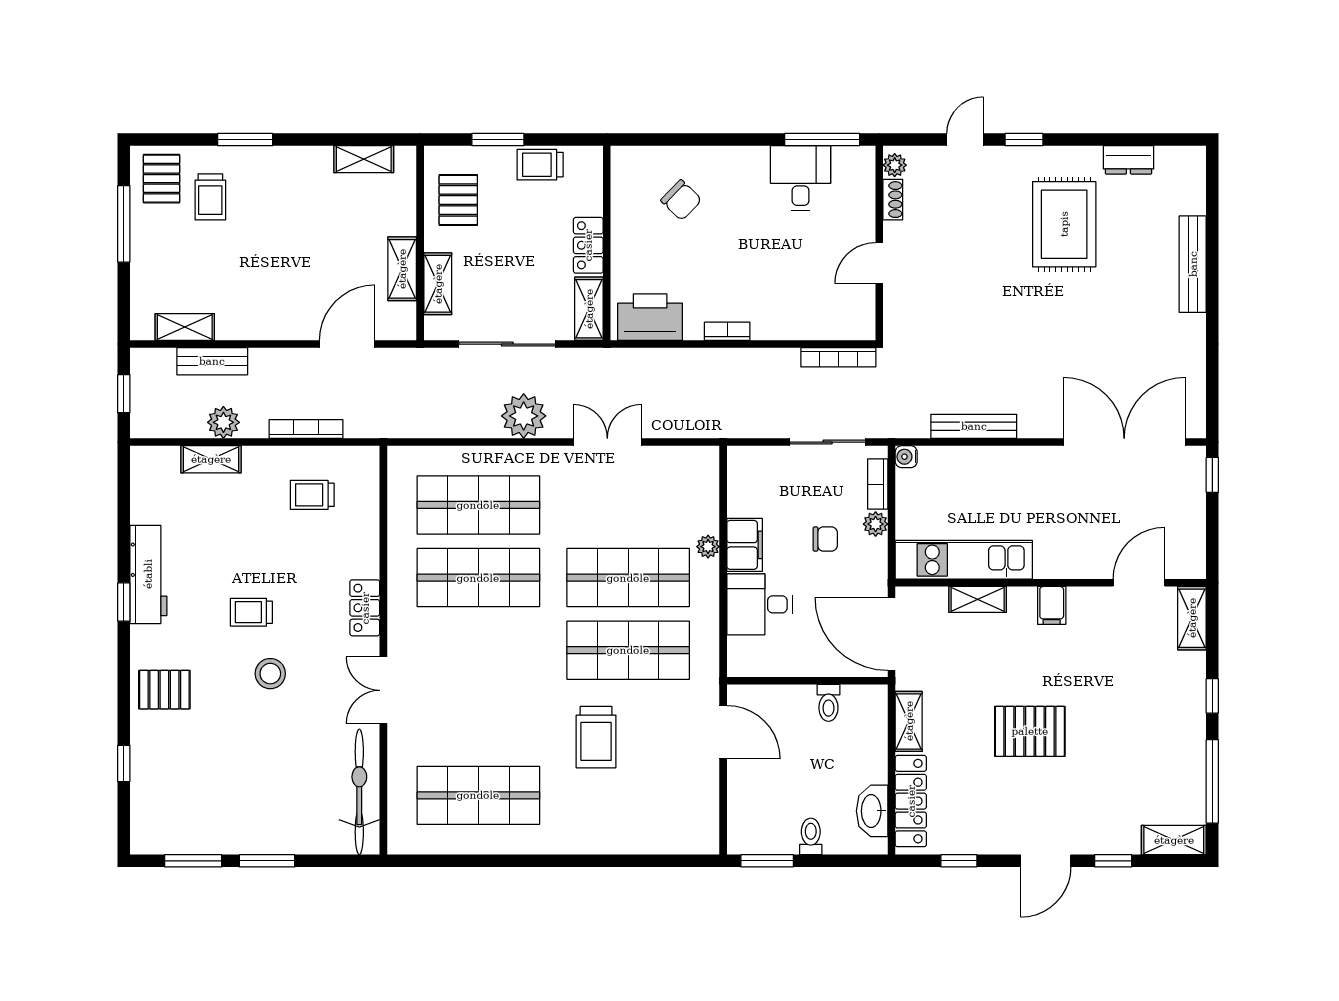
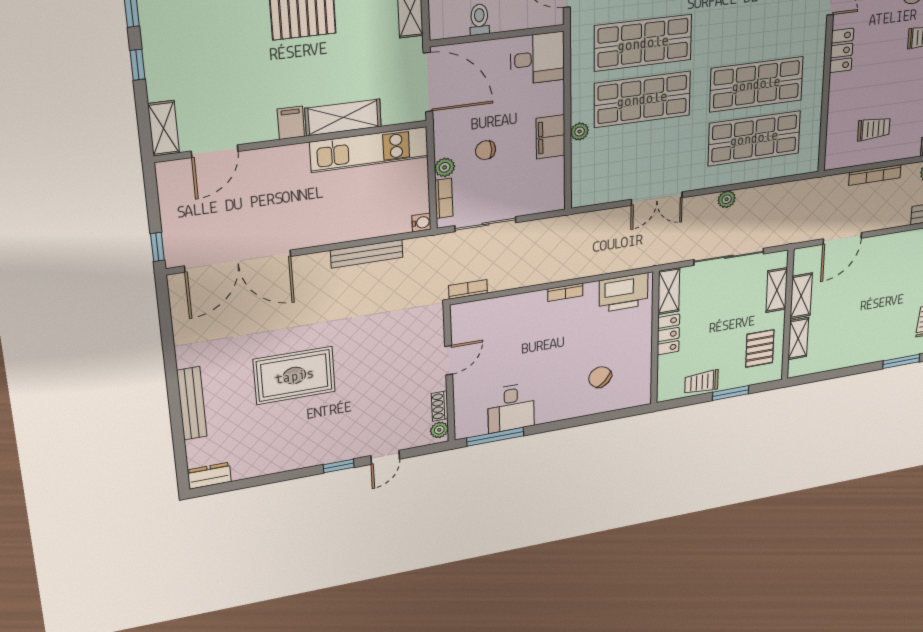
shelving: (364, 159) -> (798, 339), moved, turned 90
dresser: (1128, 160) -> (209, 476), moved
trolley: (540, 165) -> (702, 382), turned 180
rug: (1064, 224) -> (294, 376), moved, turned 90
bookcase: (838, 357) -> (468, 289), width x0.64
plant: (524, 416) -> (727, 199), width x0.53, depth x0.53
shelving: (978, 599) -> (343, 117), width x1.50, depth x1.33
desk: (760, 604) -> (537, 58), moved

